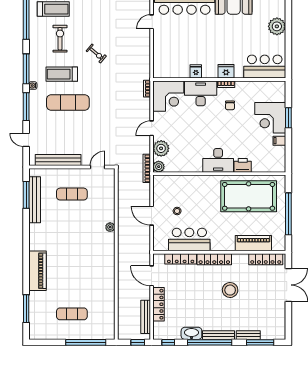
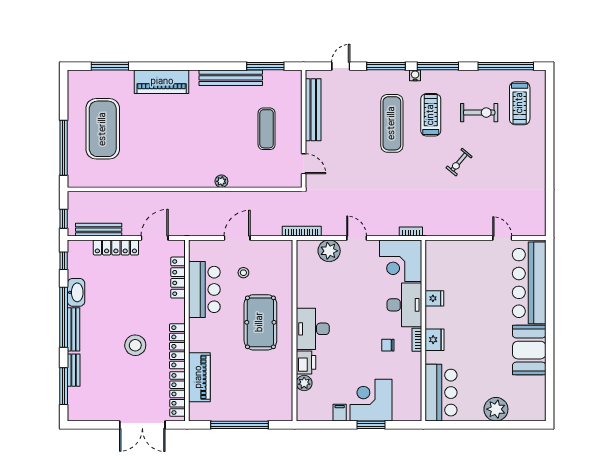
plant: (159, 167) -> (304, 383), moved
pool table: (249, 196) -> (260, 322), moved, width x0.73, depth x0.76
bench: (35, 200) -> (231, 78), moved
locker: (214, 259) -> (177, 346), moved
exercise mat: (72, 314) -> (103, 129), width x2.00, depth x1.45

